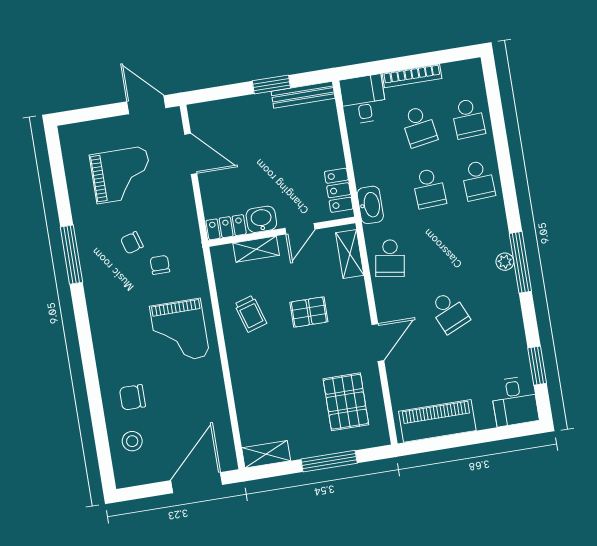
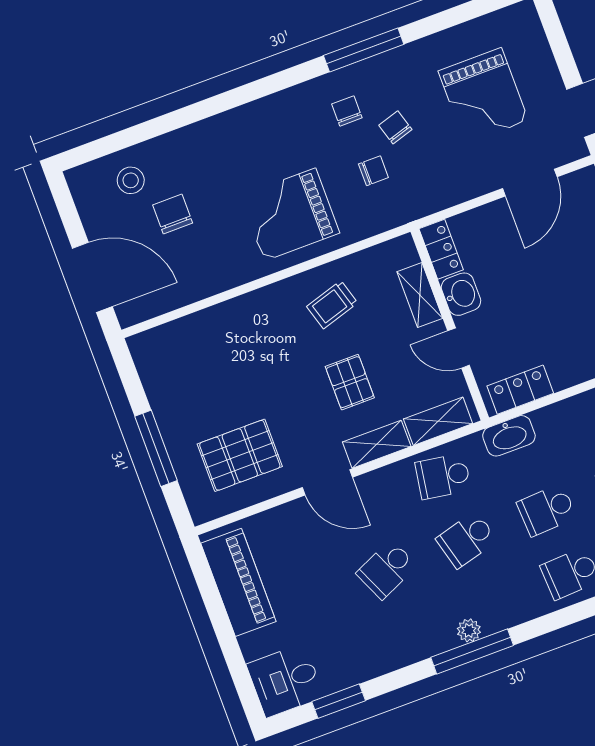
school desk: (439, 250) -> (467, 540), added
chair: (113, 275) -> (347, 111), added
chair: (132, 397) -> (173, 214), moved
shelving: (266, 454) -> (377, 444), moved, turned 90

